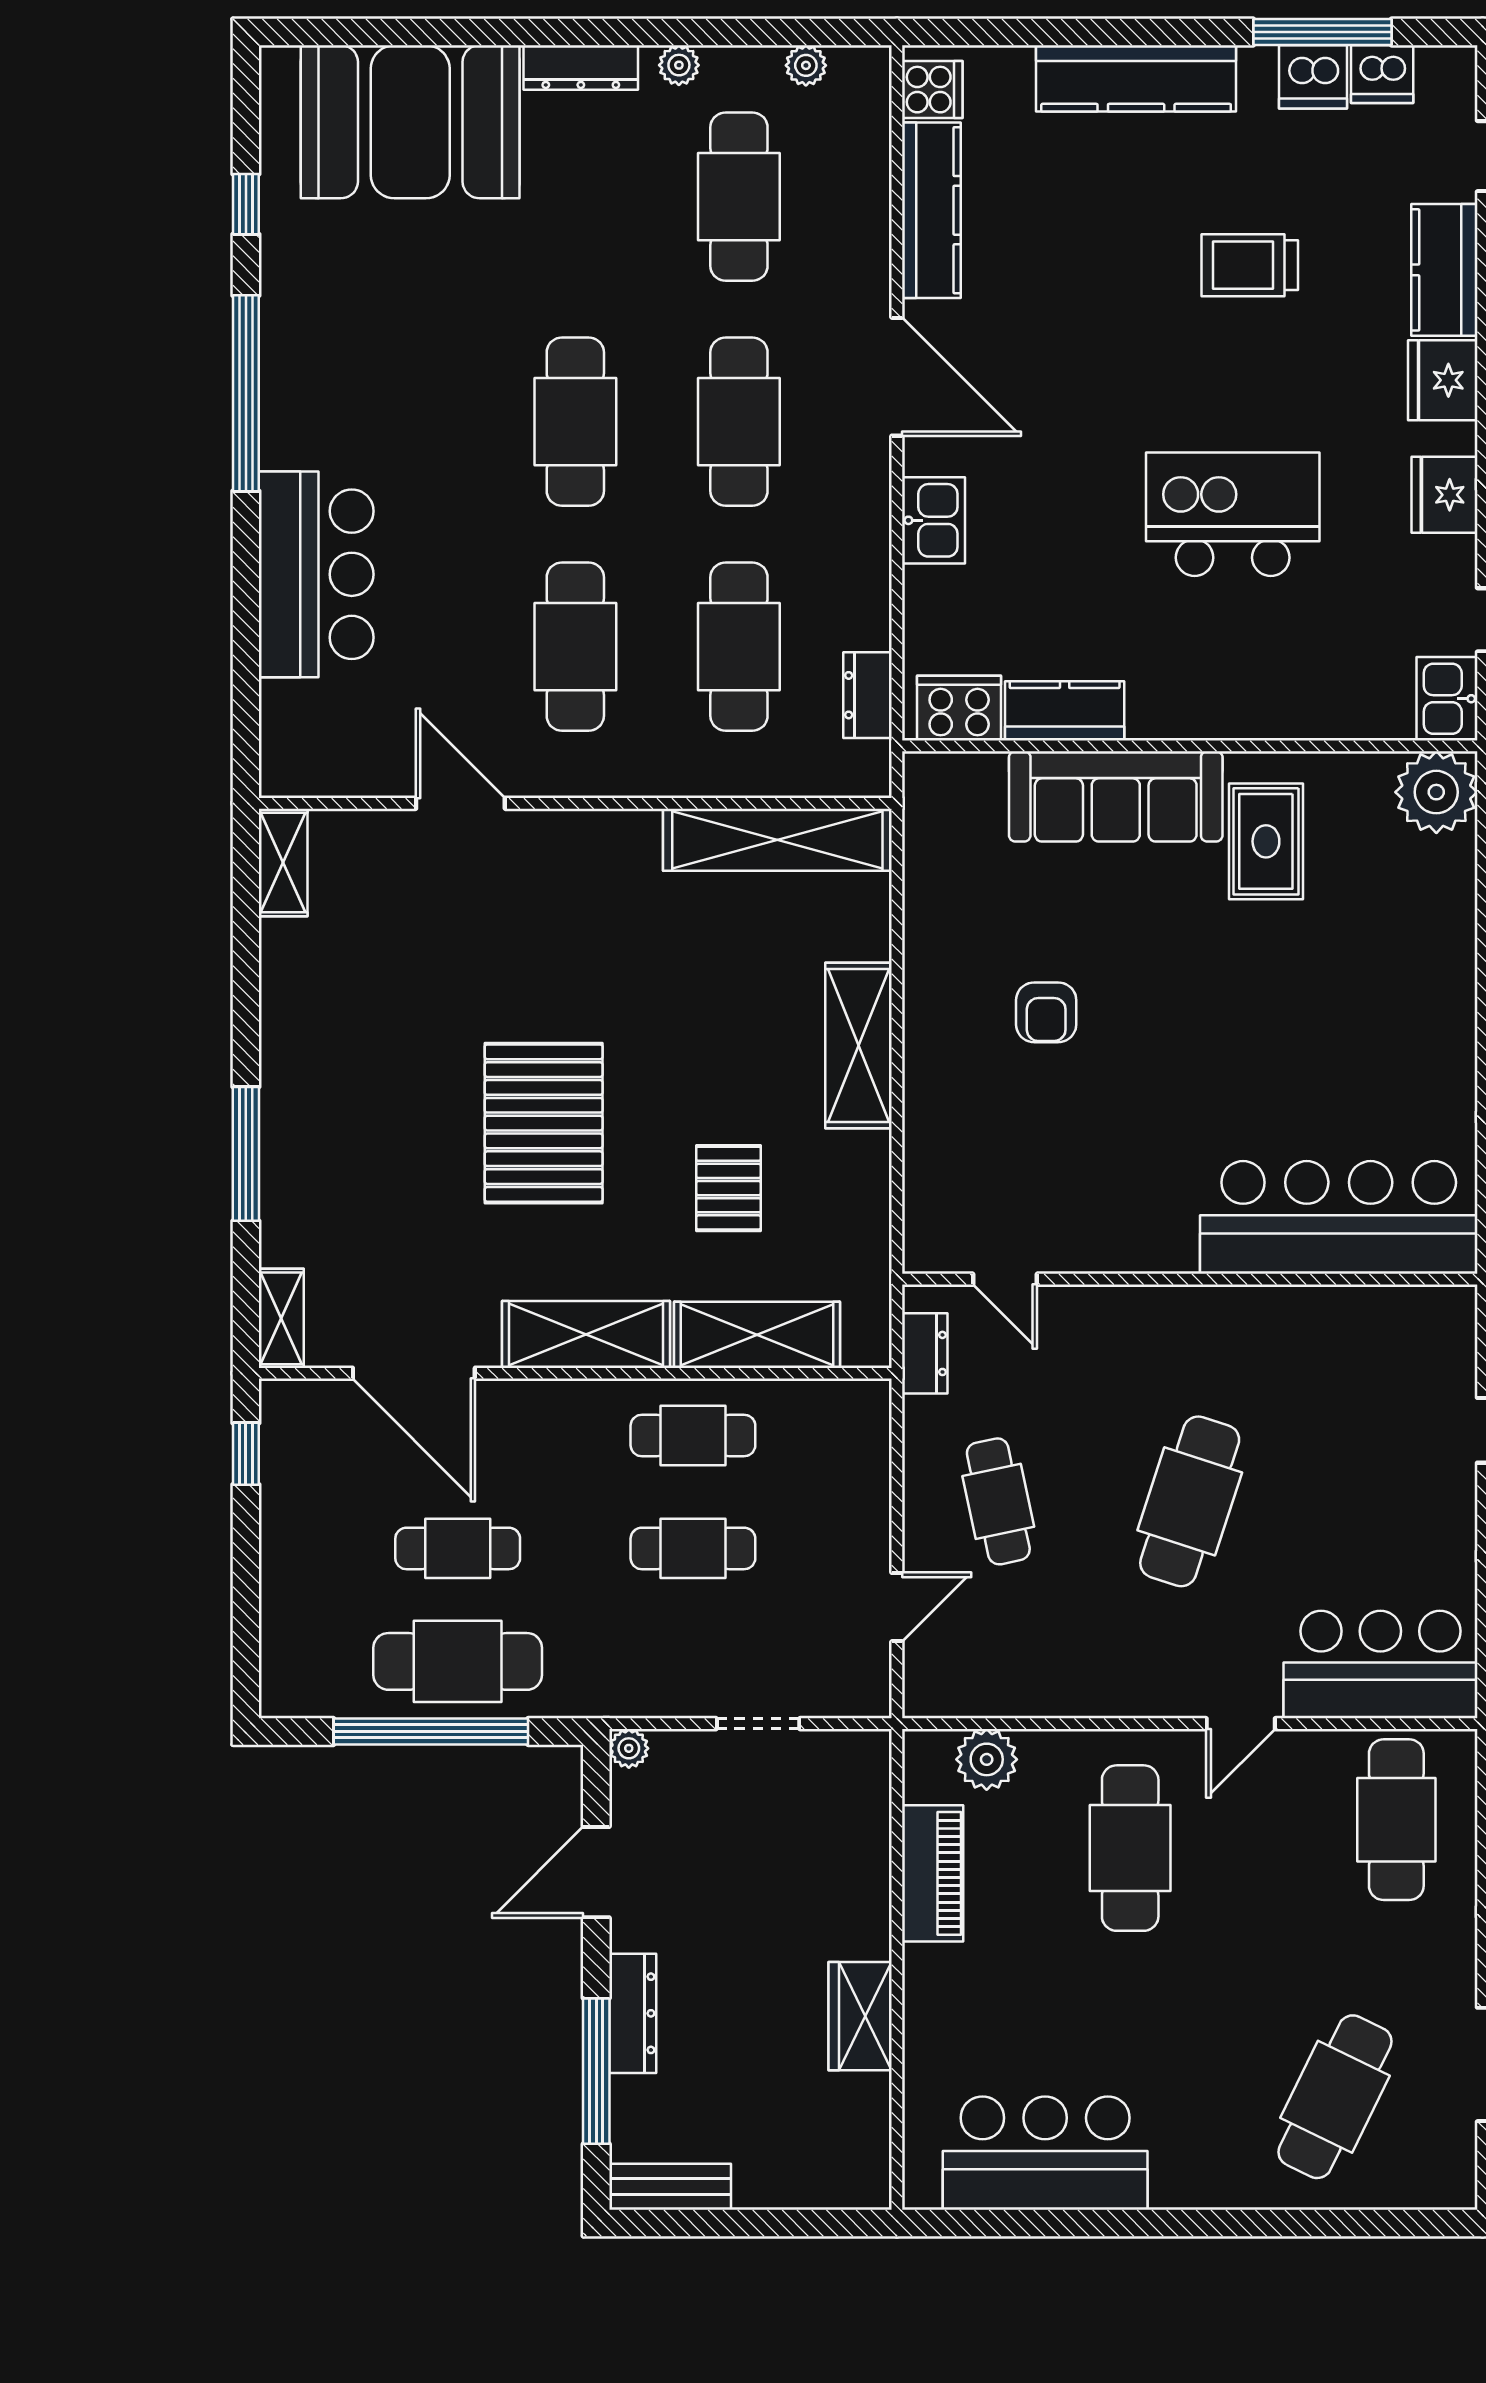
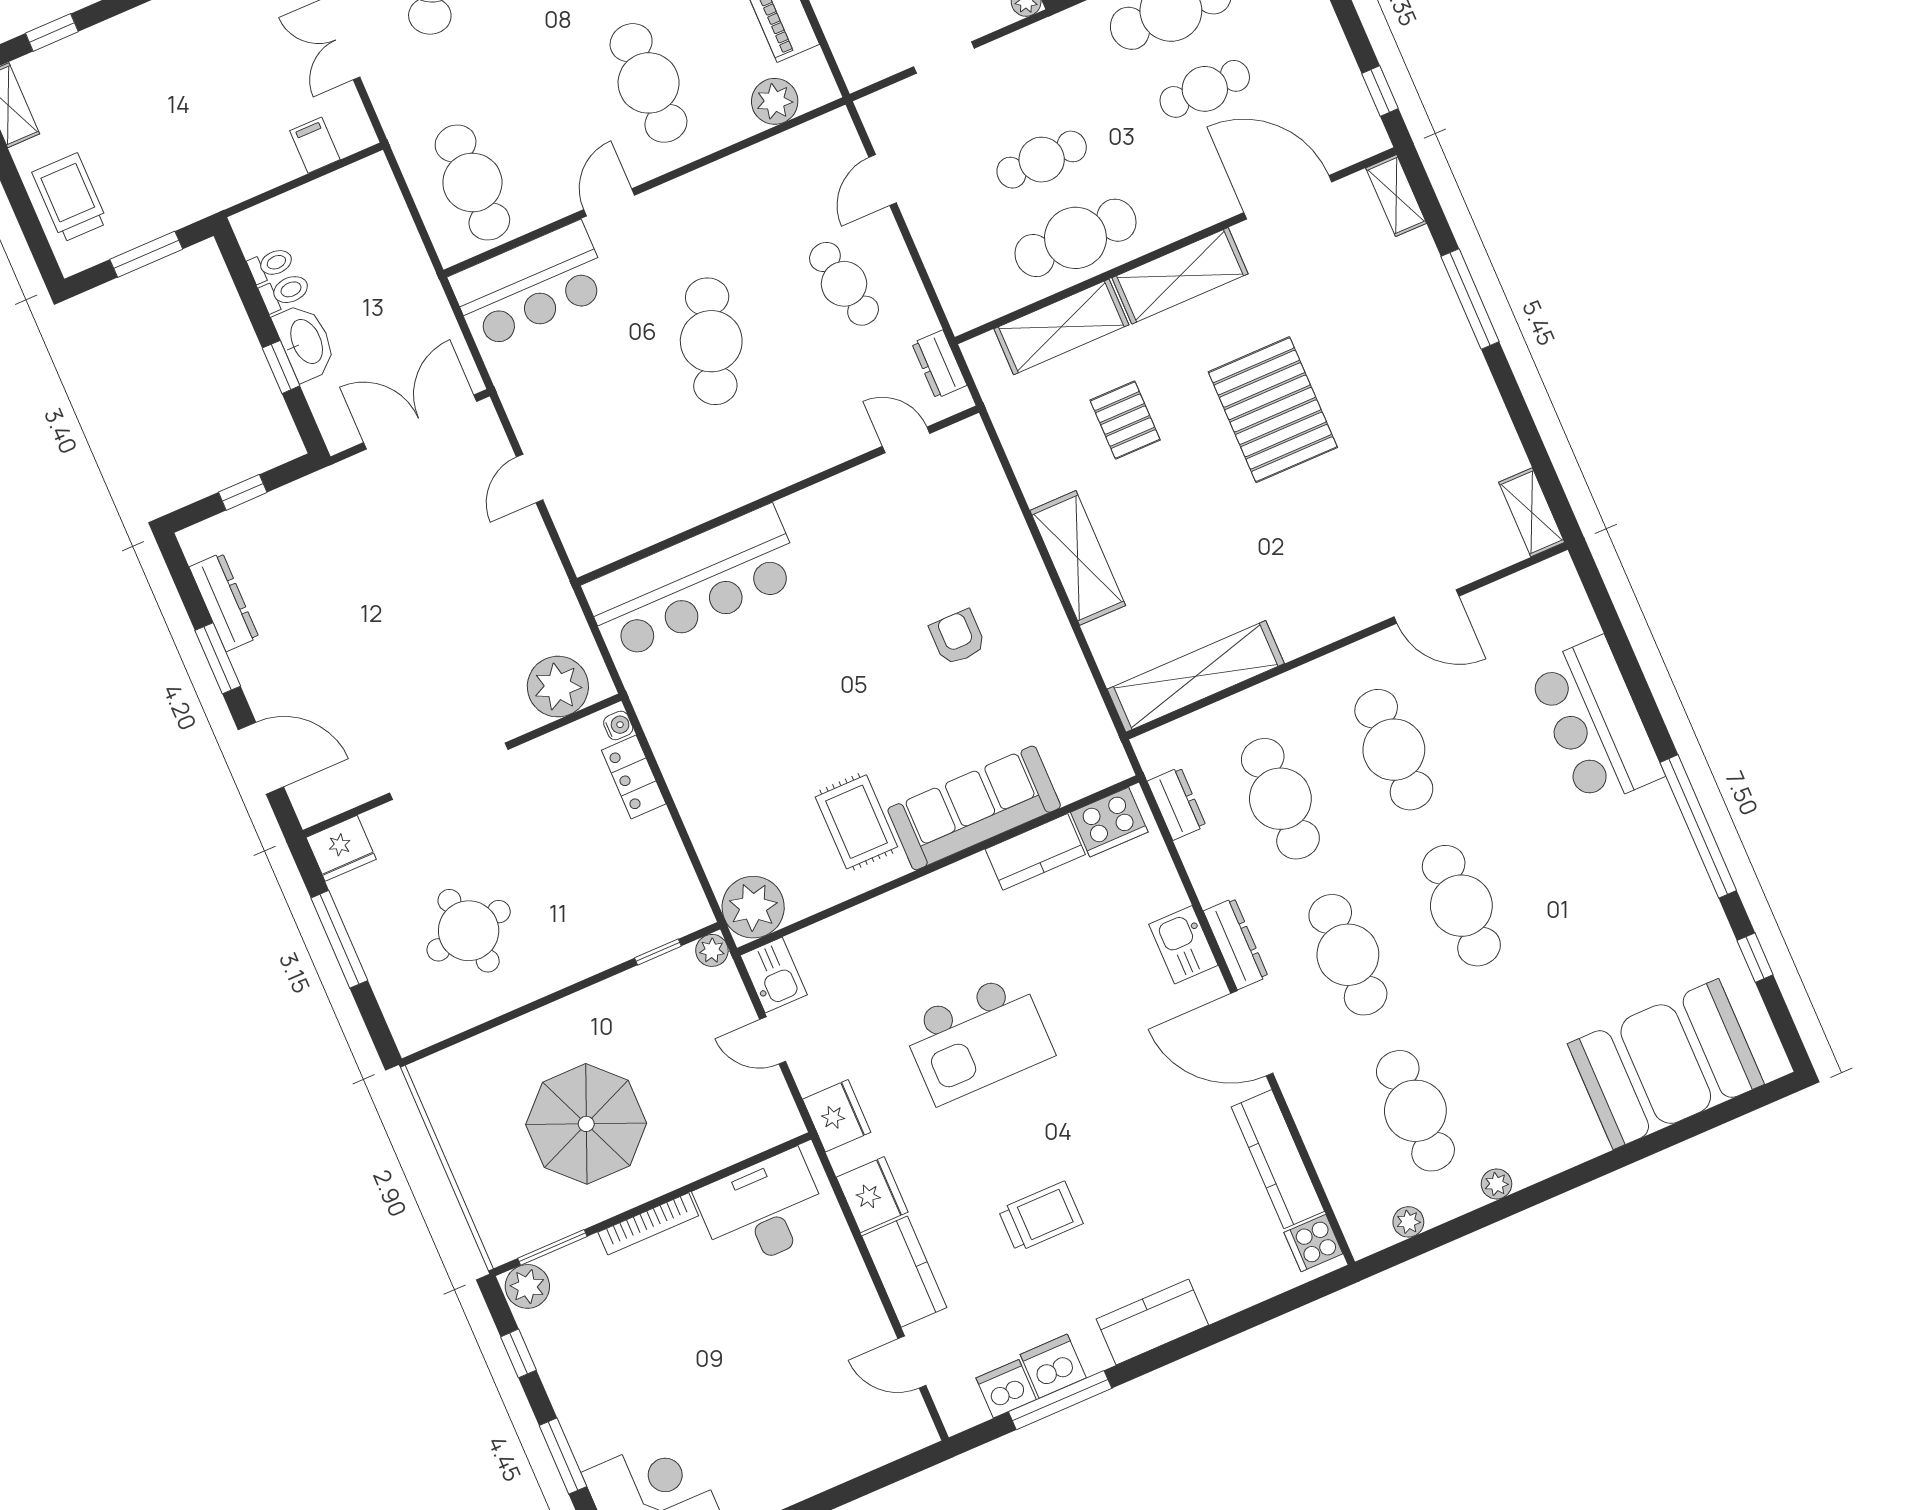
dresser: (581, 67) -> (1236, 944), moved, turned 90
kitchen counter: (1136, 78) -> (1152, 1322), width x0.67
cafe table: (693, 1435) -> (1076, 238), width x1.37, depth x1.35

